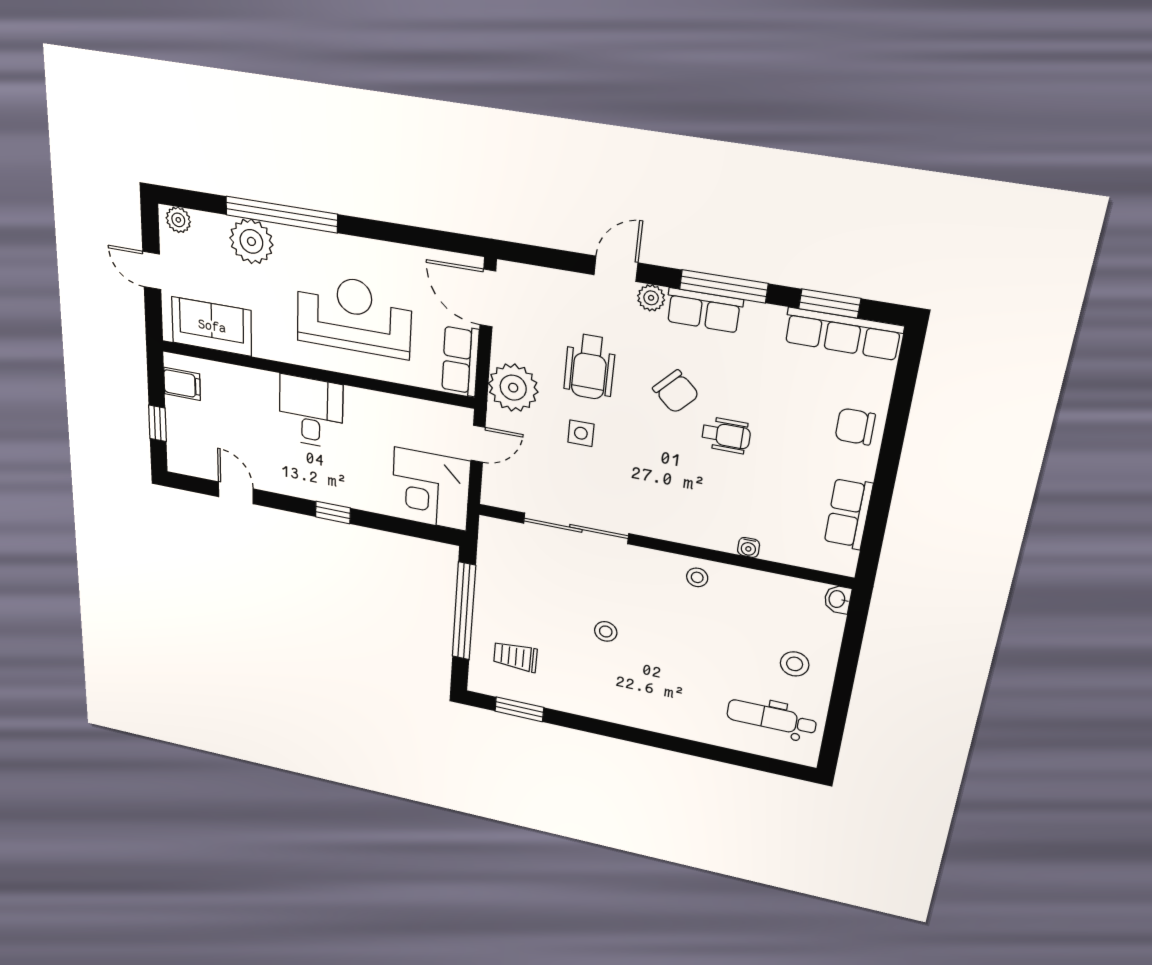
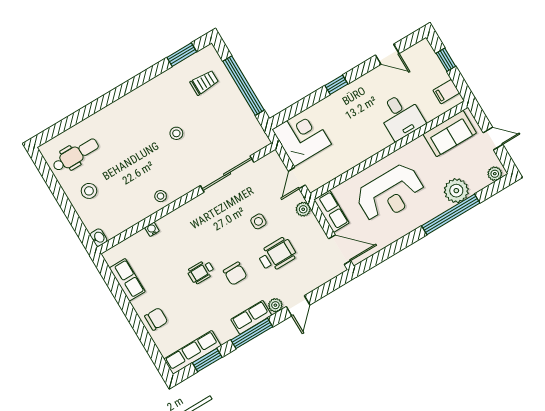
wheelchair: (590, 367) -> (277, 255), turned 90
plant: (513, 388) -> (303, 209), width x0.53, depth x0.53
chair: (676, 392) -> (235, 274), turned -133
desk: (311, 412) -> (401, 116), moved

